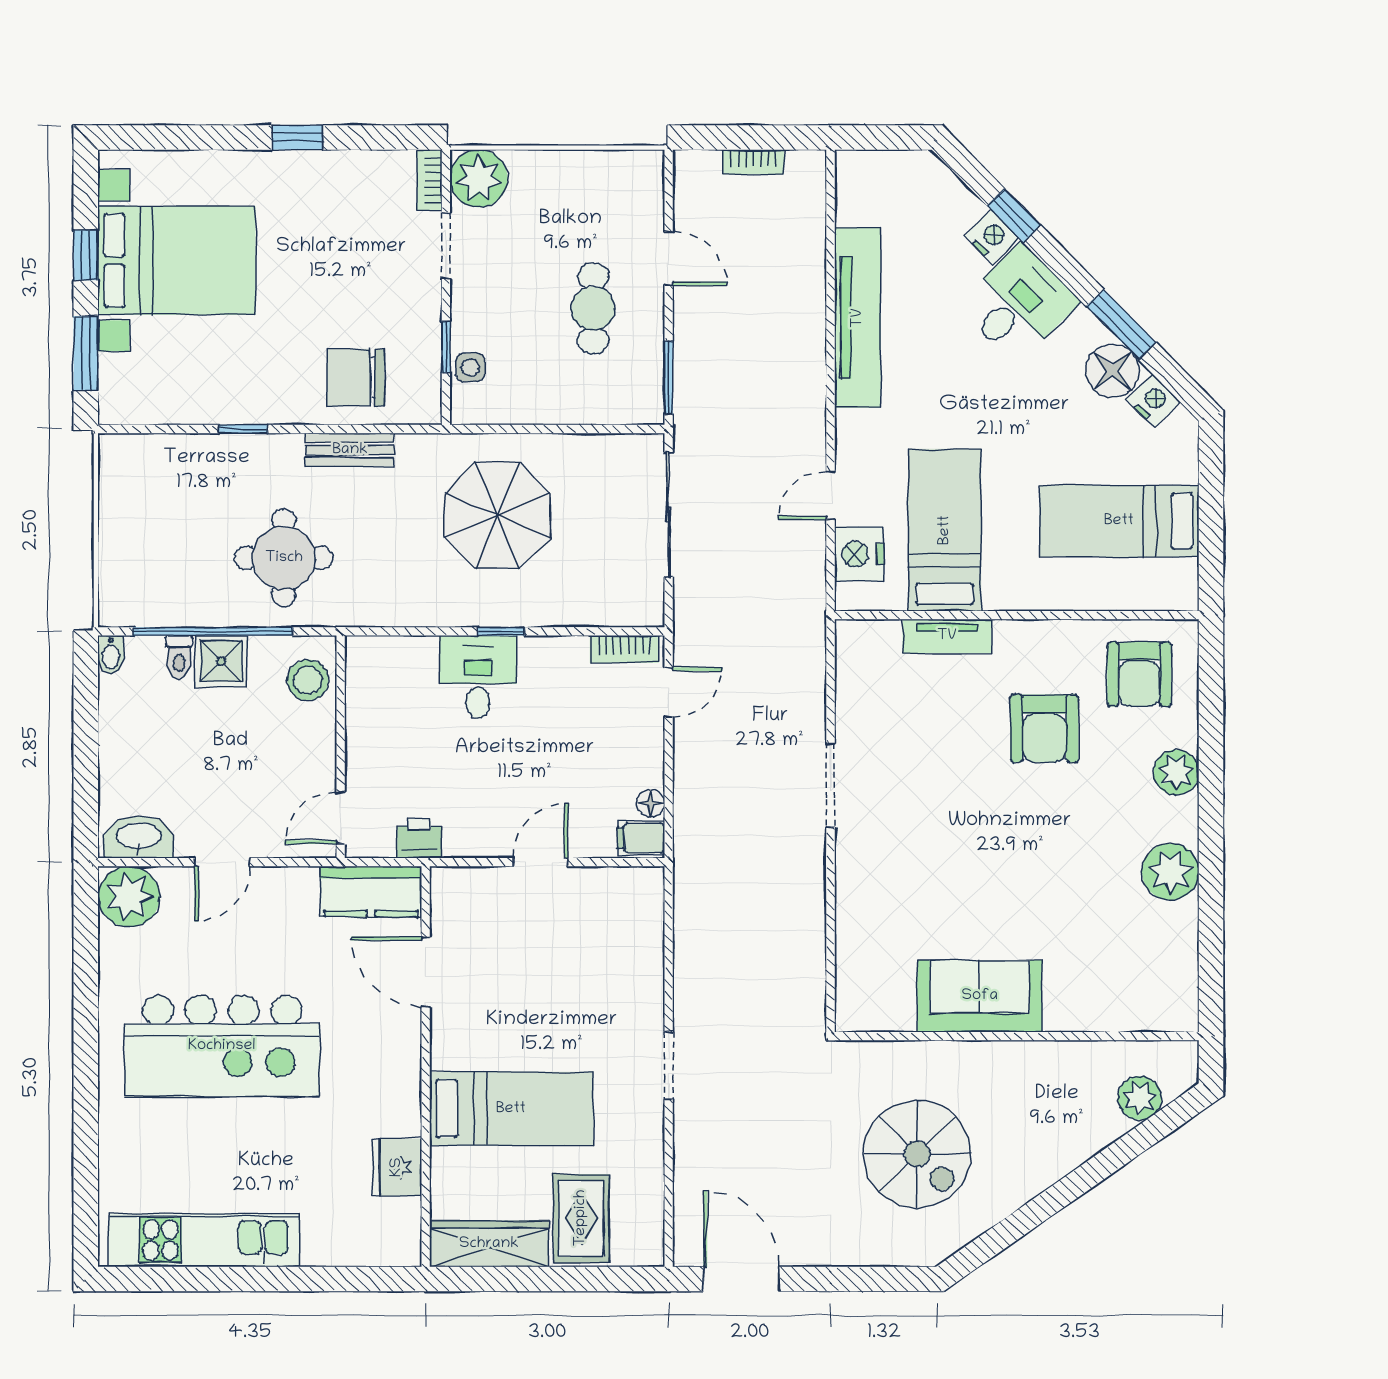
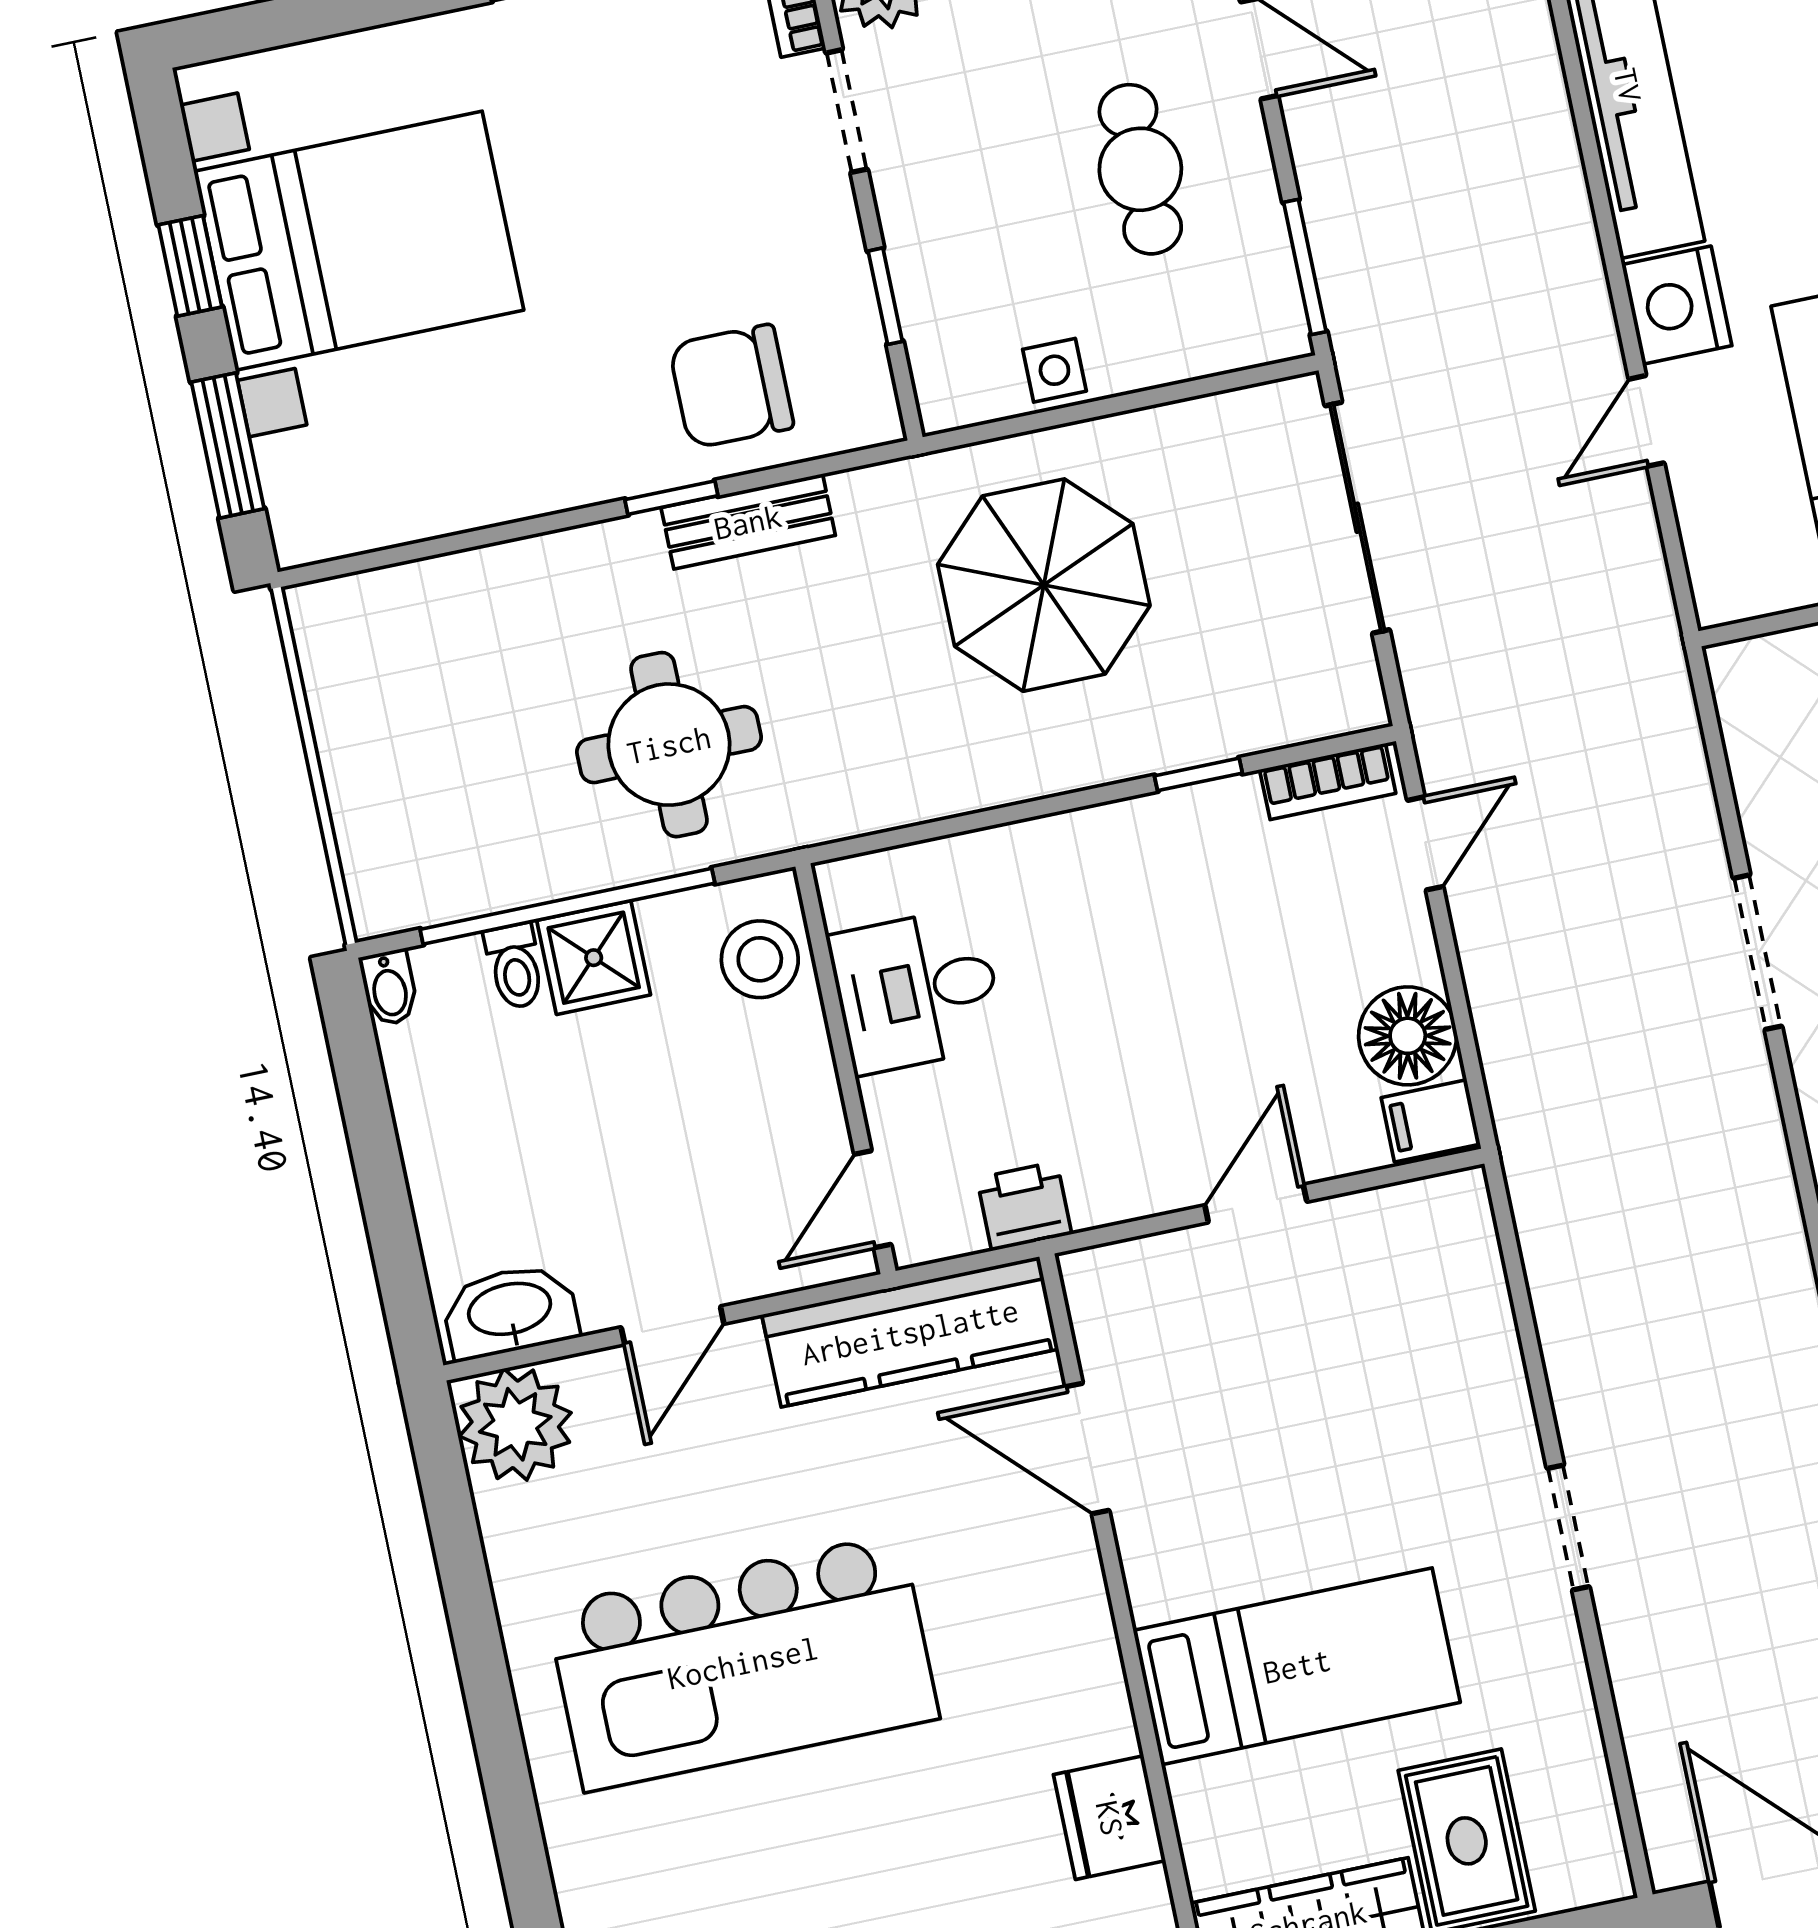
side table: (470, 368) -> (1054, 370), moved
window: (243, 429) -> (671, 498), moved
nightstand: (859, 554) -> (1677, 305), moved
window: (501, 631) -> (1198, 774), moved
desk: (478, 677) -> (917, 991), moved, turned -90
floor lamp: (651, 803) -> (1408, 1036), width x1.89, depth x1.89
kitchen counter: (371, 891) -> (910, 1332), width x1.50

